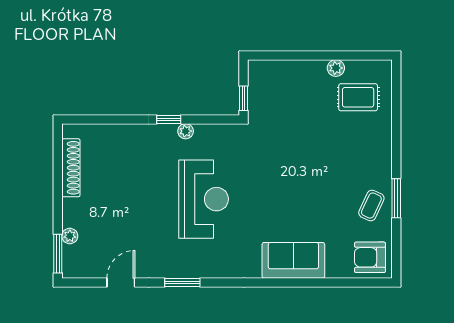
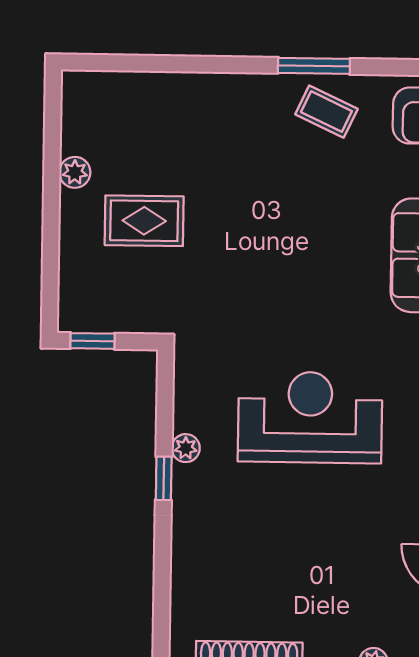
rug: (358, 97) -> (144, 221), moved, turned 90
window: (244, 98) -> (92, 341), moved

